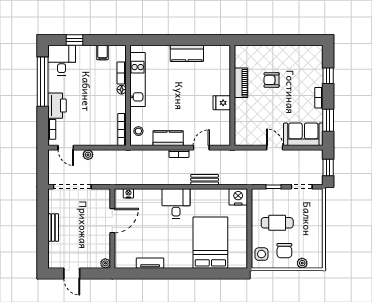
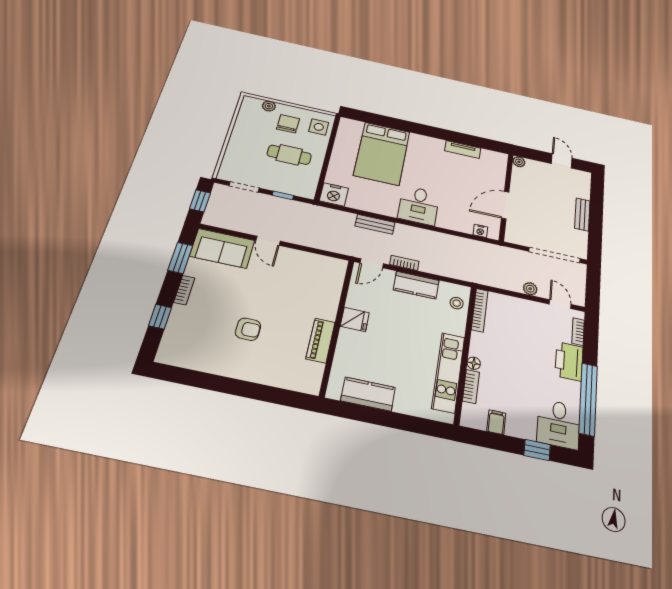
piano: (241, 83) -> (321, 340), moved
wall: (232, 95) -> (337, 326), moved
fridge: (222, 103) -> (355, 319), moved

